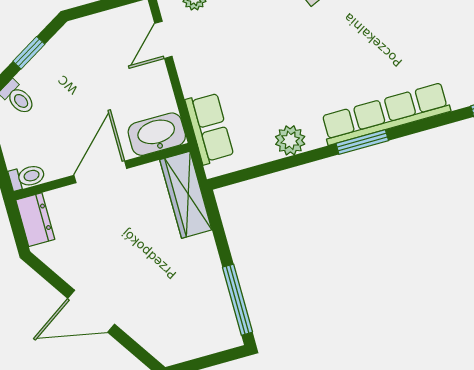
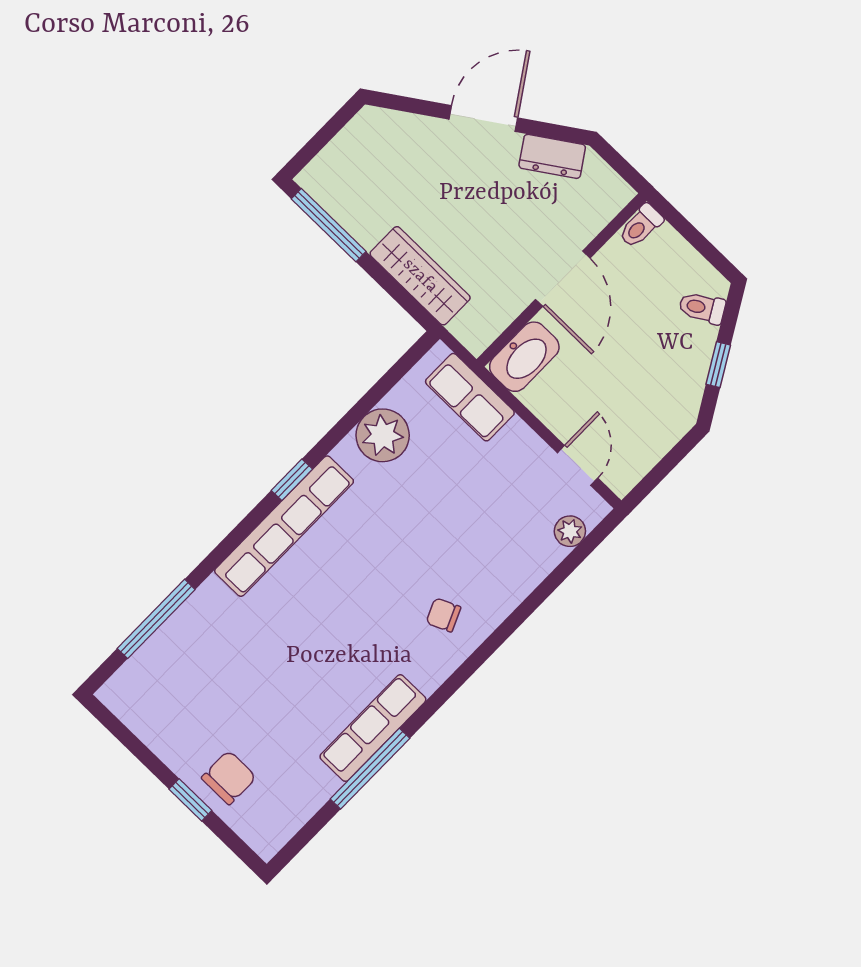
plant: (290, 140) -> (383, 435), width x1.36, depth x1.36
window: (362, 142) -> (292, 480), width x0.67
wardrobe: (186, 195) -> (420, 276), moved
dresser: (35, 220) -> (552, 156), moved, turned -34

